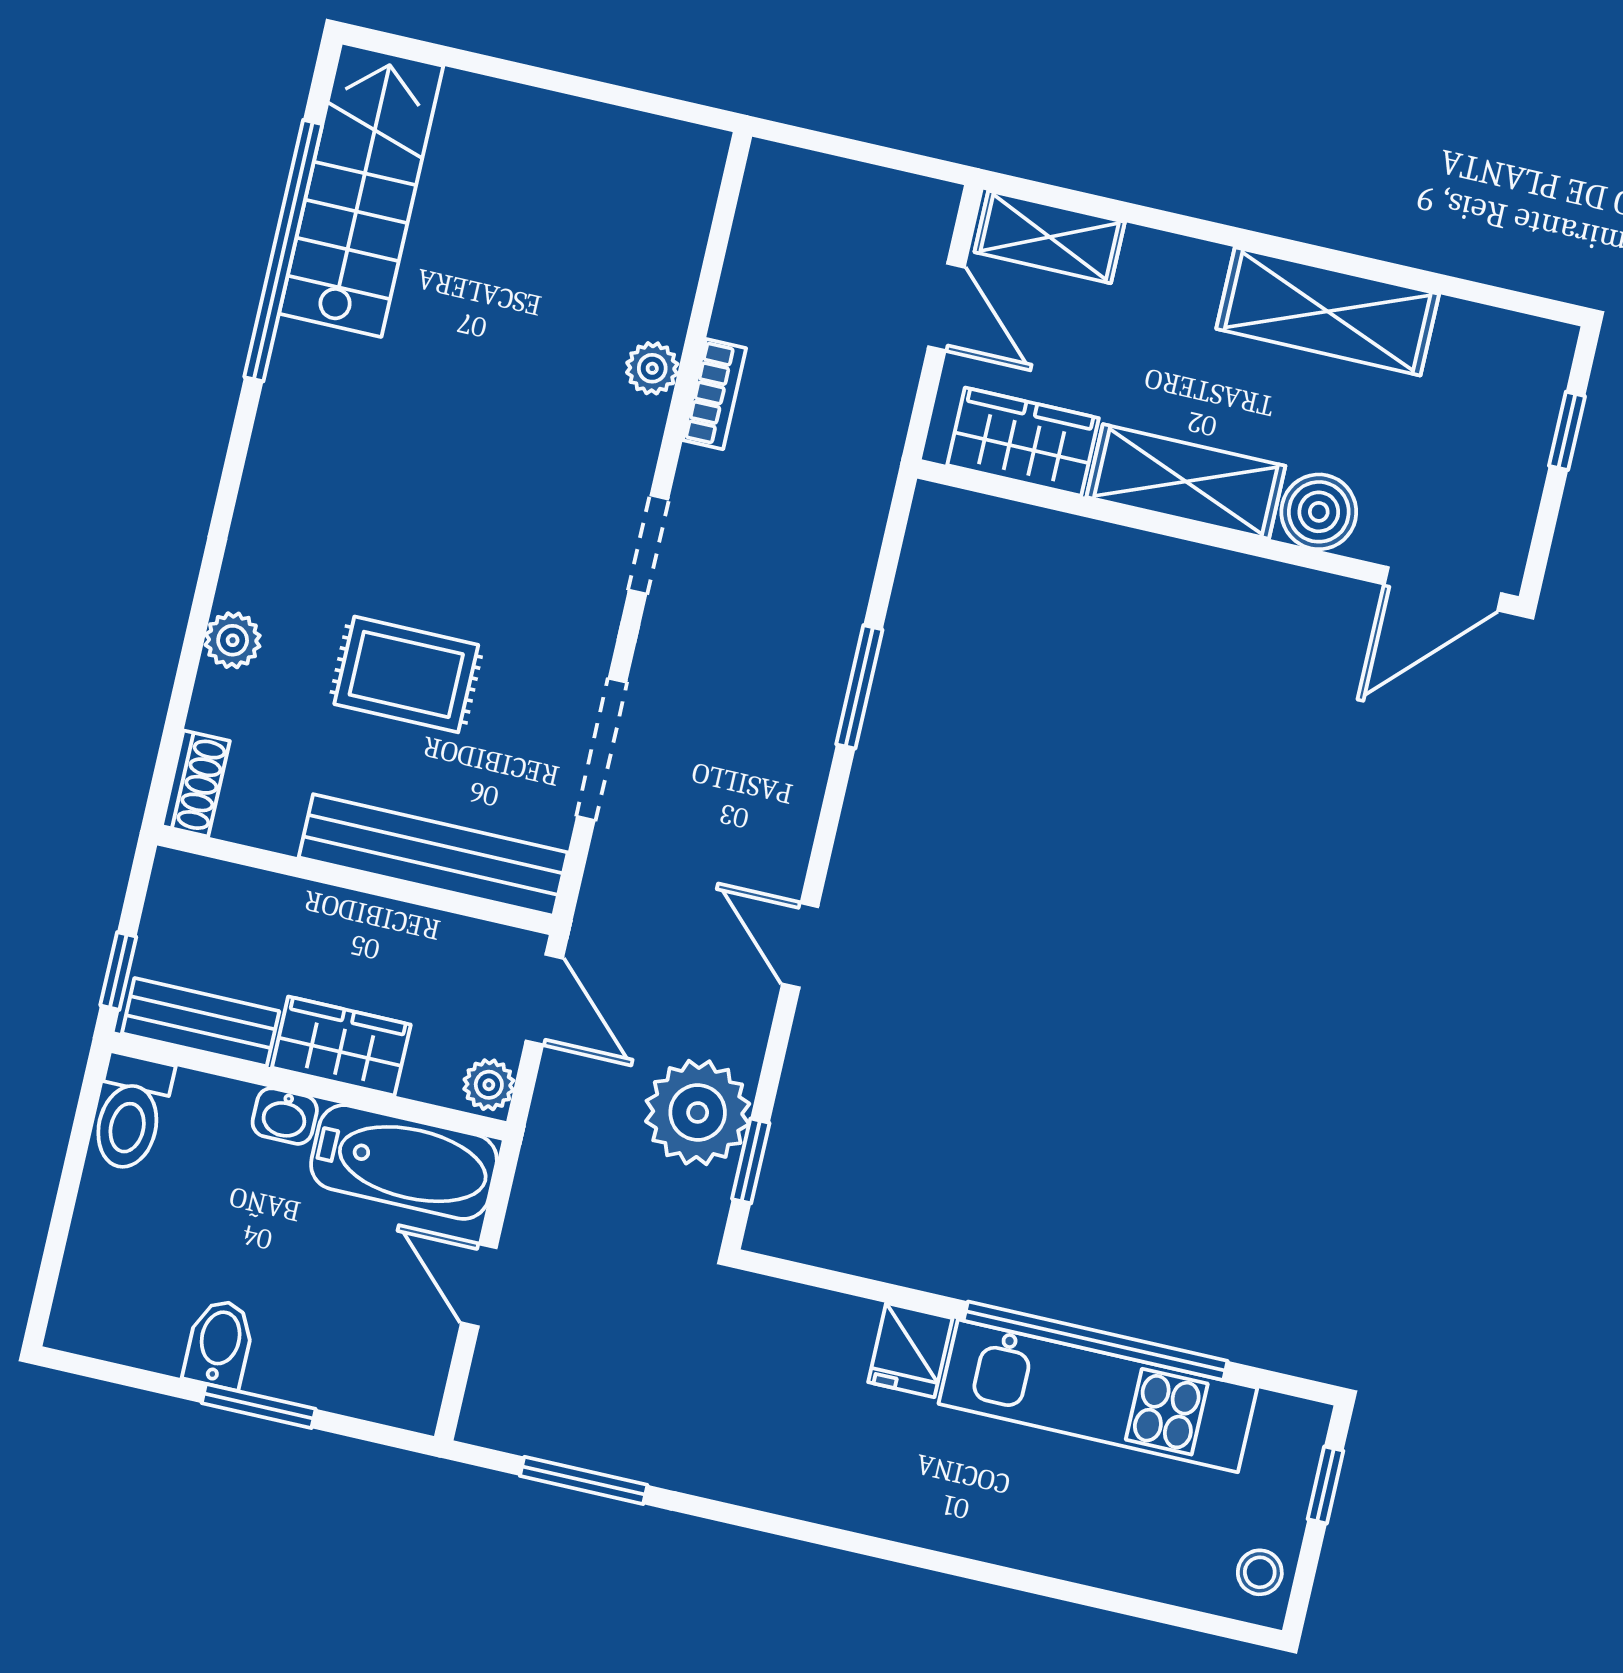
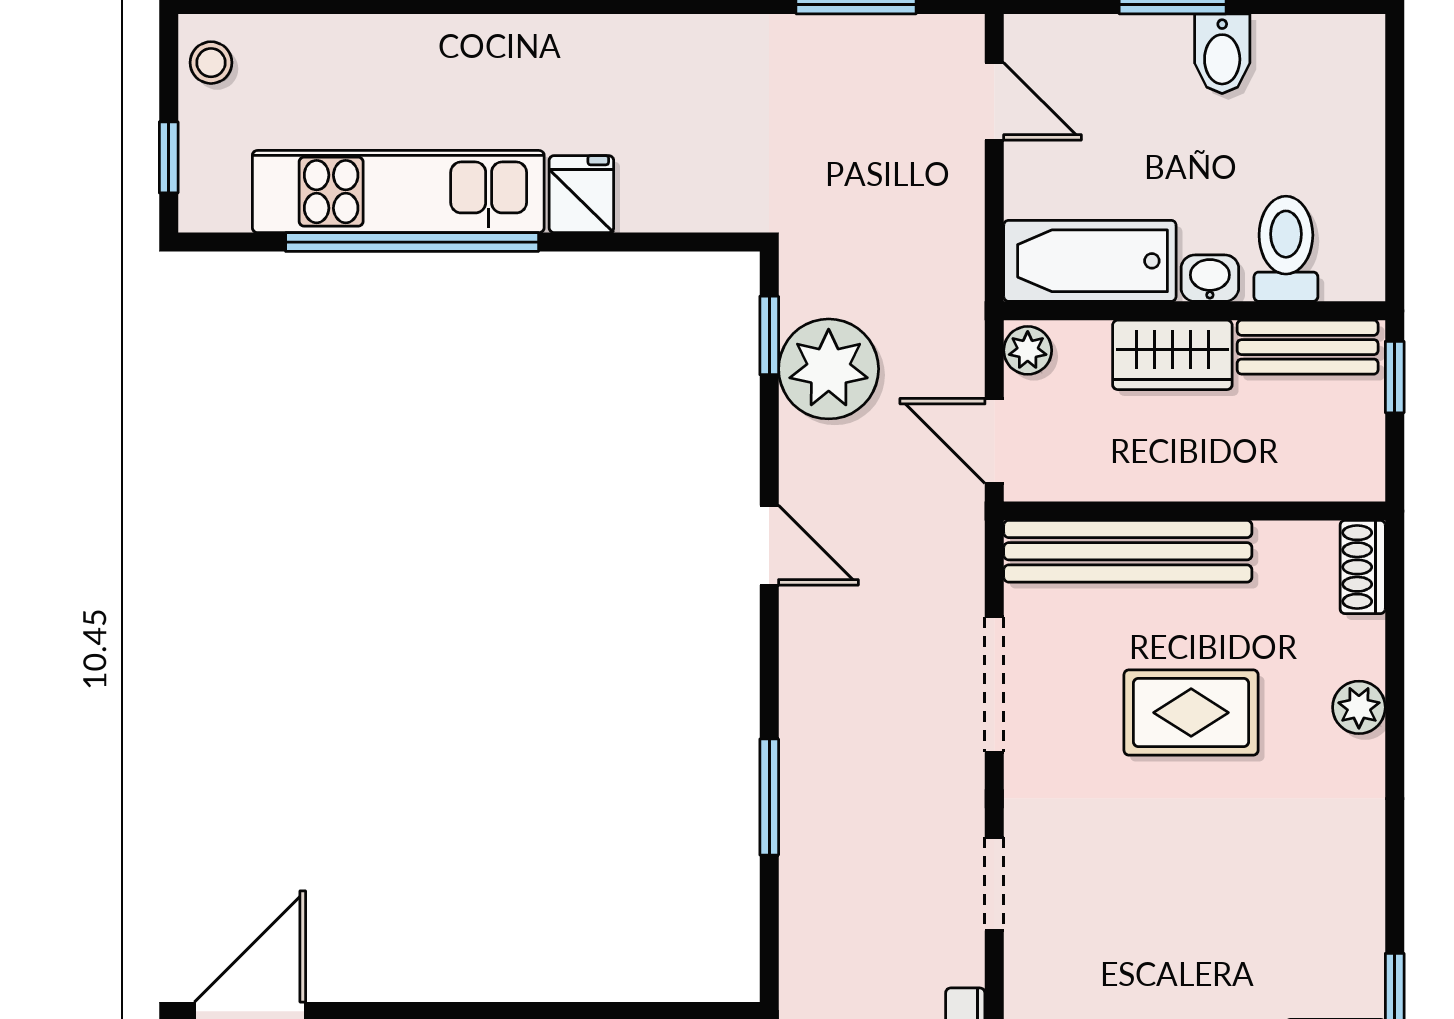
toilet: (131, 1112) -> (1286, 249), moved
door: (479, 1285) -> (994, 101), moved

